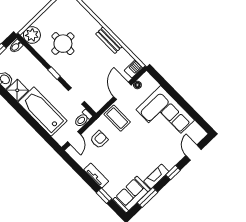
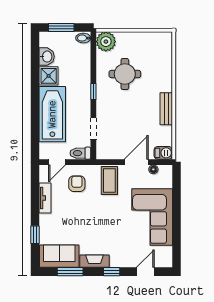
armchair: (99, 139) -> (77, 184), turned -90
tv unit: (96, 176) -> (45, 198), moved

